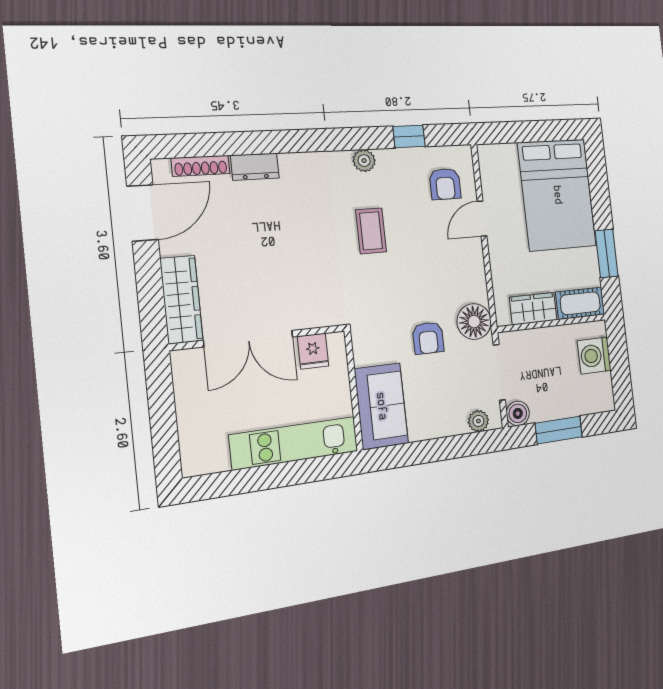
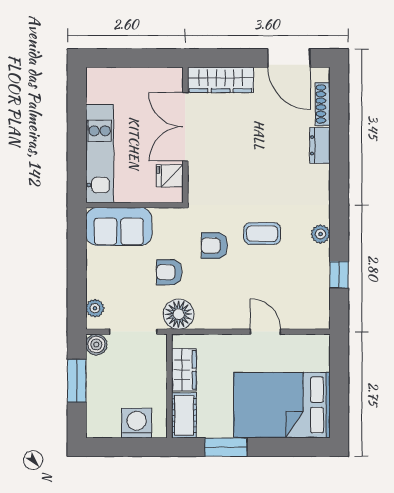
armchair: (445, 184) -> (214, 246), moved

